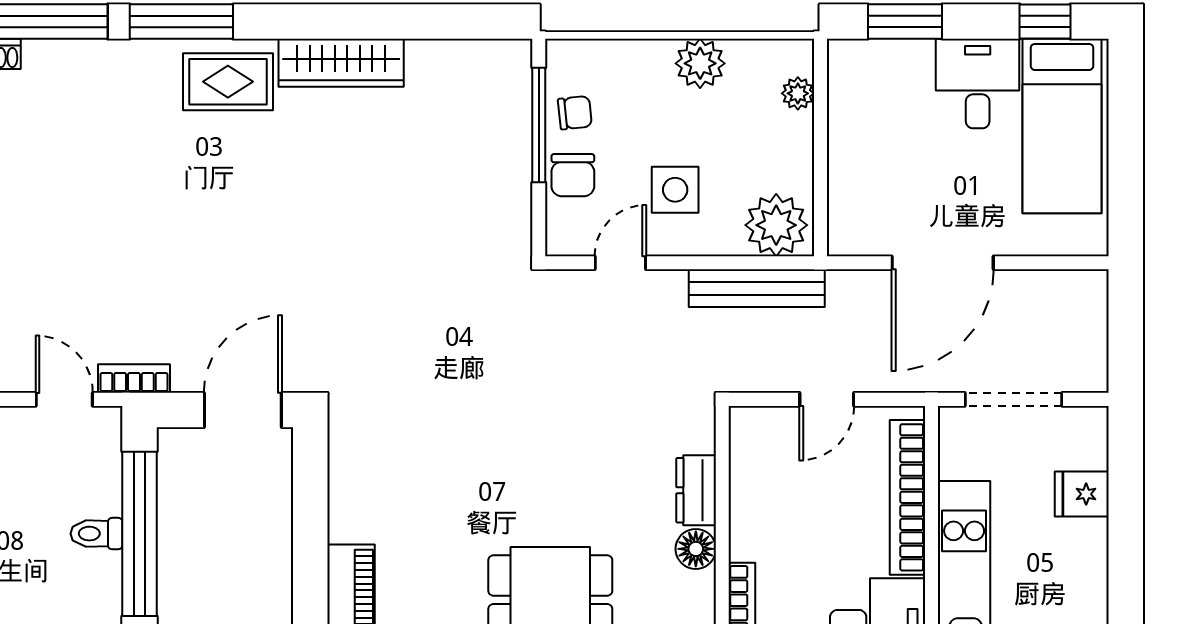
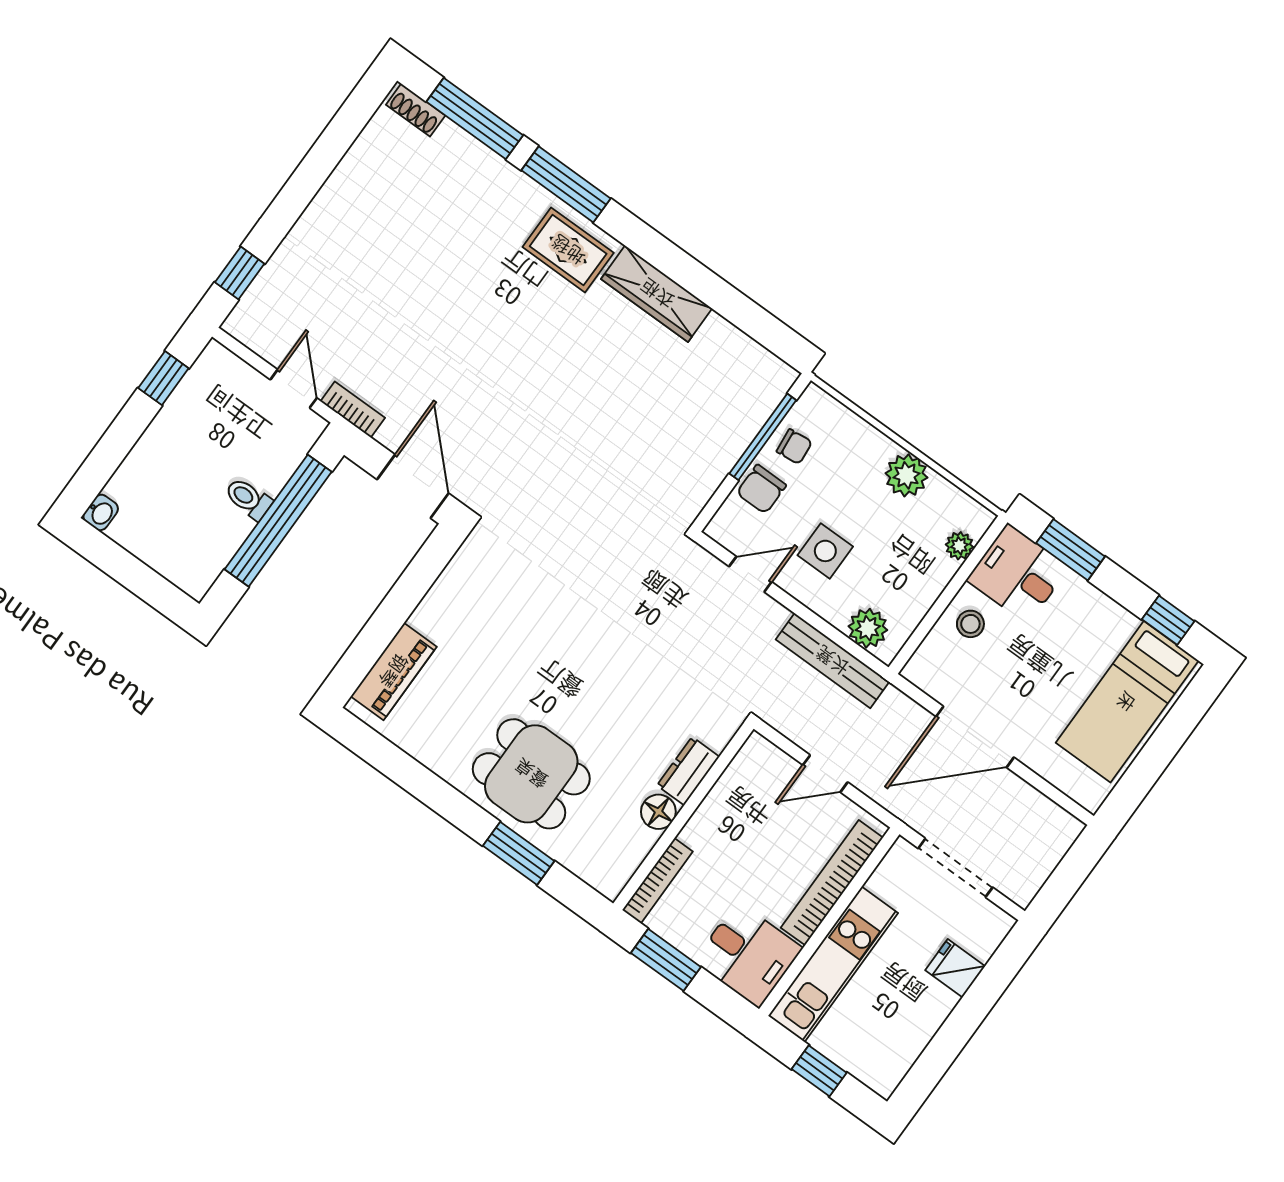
desk: (978, 83) -> (1018, 574), moved, turned -90
stool: (862, 160) -> (970, 624), added
plant: (776, 225) -> (868, 628), width x0.73, depth x0.73
door: (243, 410) -> (413, 486), hinge flipped

